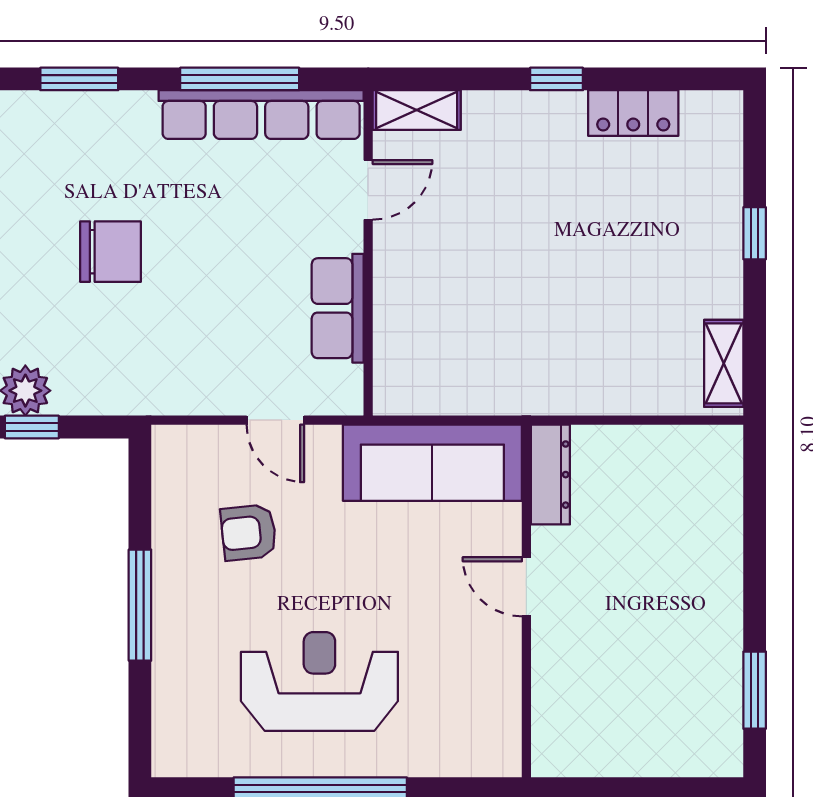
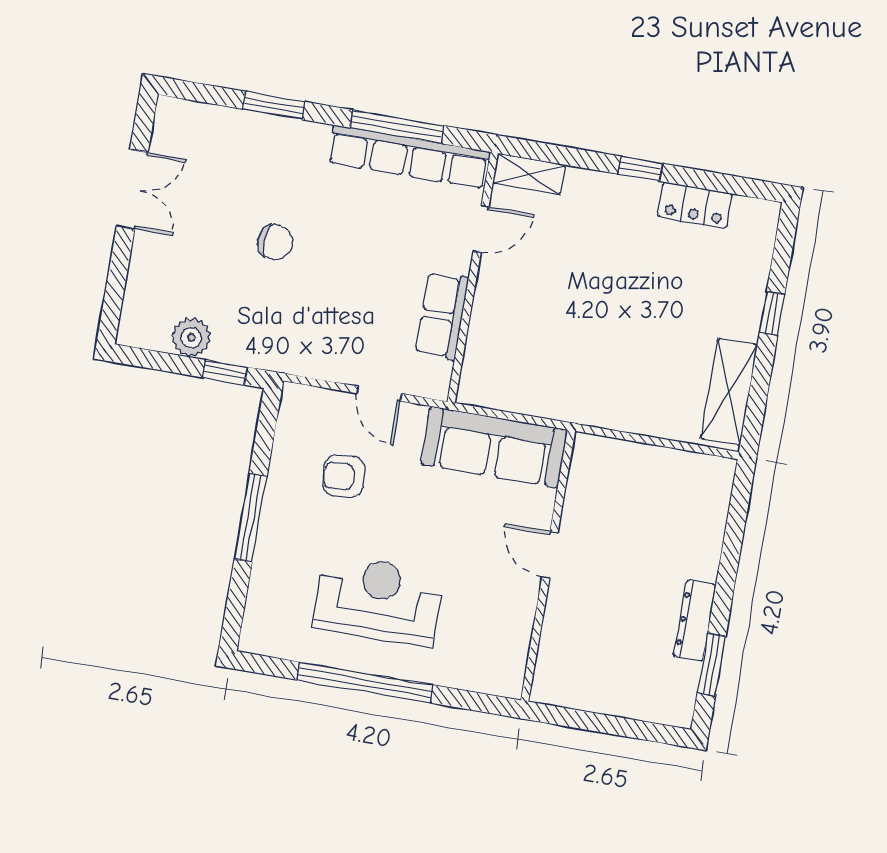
chair: (111, 252) -> (275, 242), width x0.73, depth x0.73
shelving: (724, 363) -> (729, 392), width x1.50, depth x1.33
window: (32, 427) -> (225, 372), moved
dresser: (550, 475) -> (695, 621), moved, turned 180

